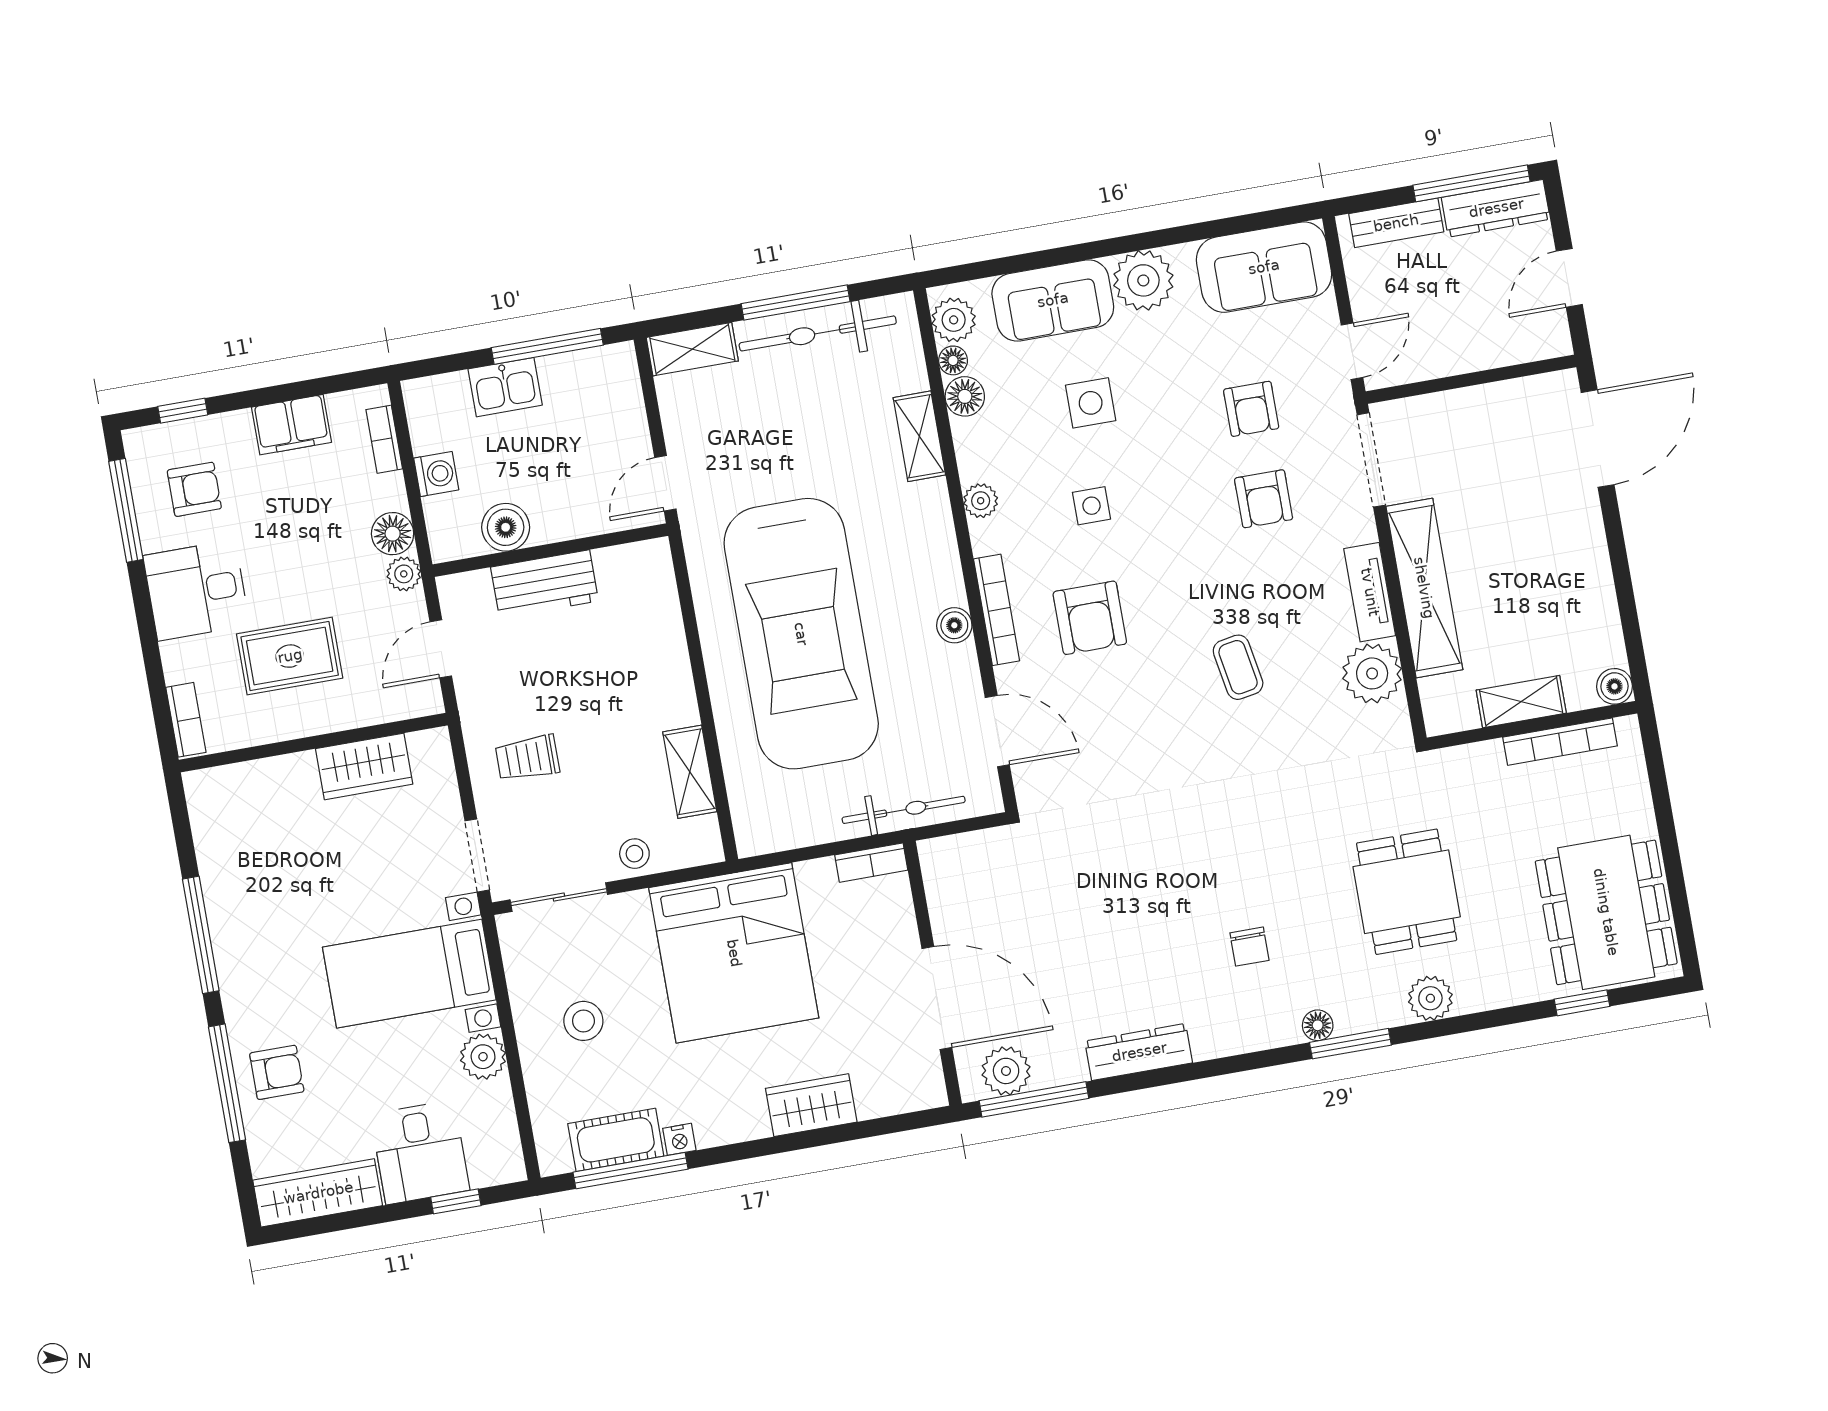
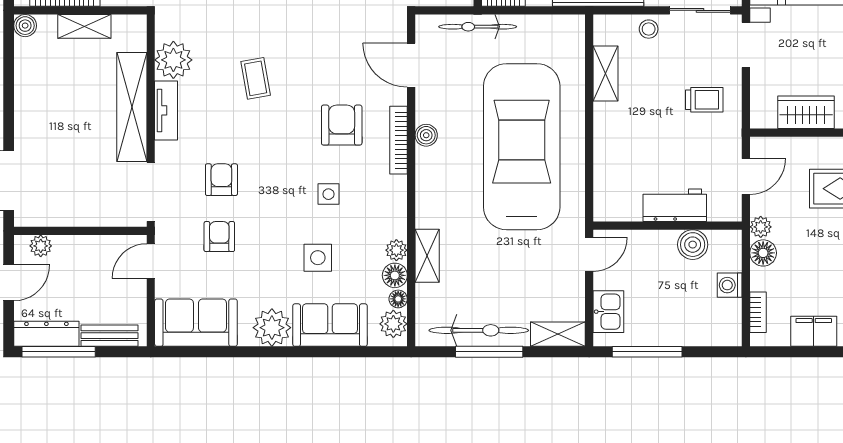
plant: (1529, 345) -> (41, 246), added
kitchen sink: (505, 387) -> (608, 312), moved, turned 90
plant: (981, 501) -> (396, 250), moved

